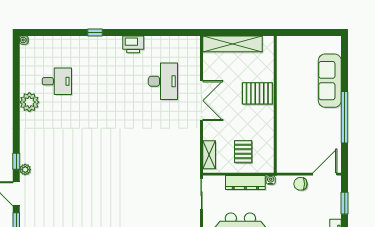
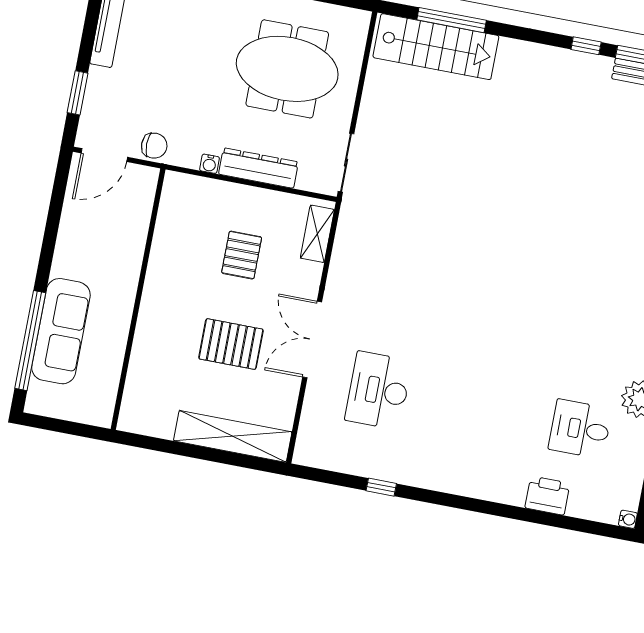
window: (95, 32) -> (381, 487), moved
printer: (133, 44) -> (547, 495), moved
pallet: (257, 93) -> (231, 344), moved
wall: (275, 104) -> (138, 299), moved
window: (345, 117) -> (30, 341), moved
pallet: (243, 152) -> (242, 255), moved

